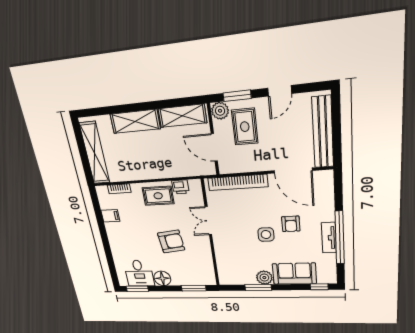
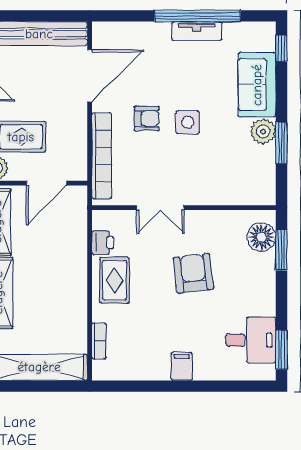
filing cabinet: (110, 216) -> (182, 366), moved
armchair: (291, 224) -> (147, 119), moved
floor lamp: (162, 278) -> (262, 237), moved

